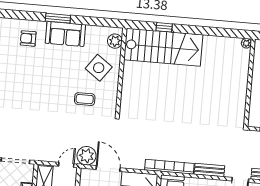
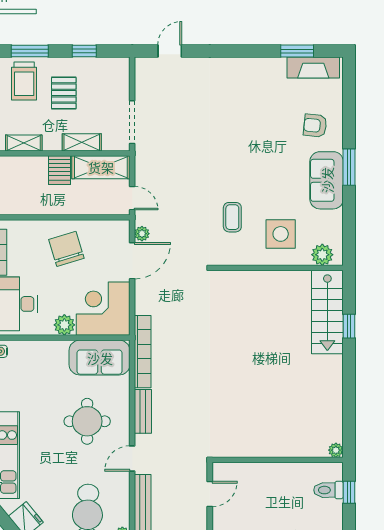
armchair: (28, 38) -> (315, 126), turned -84
stairs: (163, 47) -> (327, 312), width x0.73, depth x0.66
side table: (99, 68) -> (281, 234), turned -36
plant: (86, 156) -> (142, 234), width x0.53, depth x0.53

